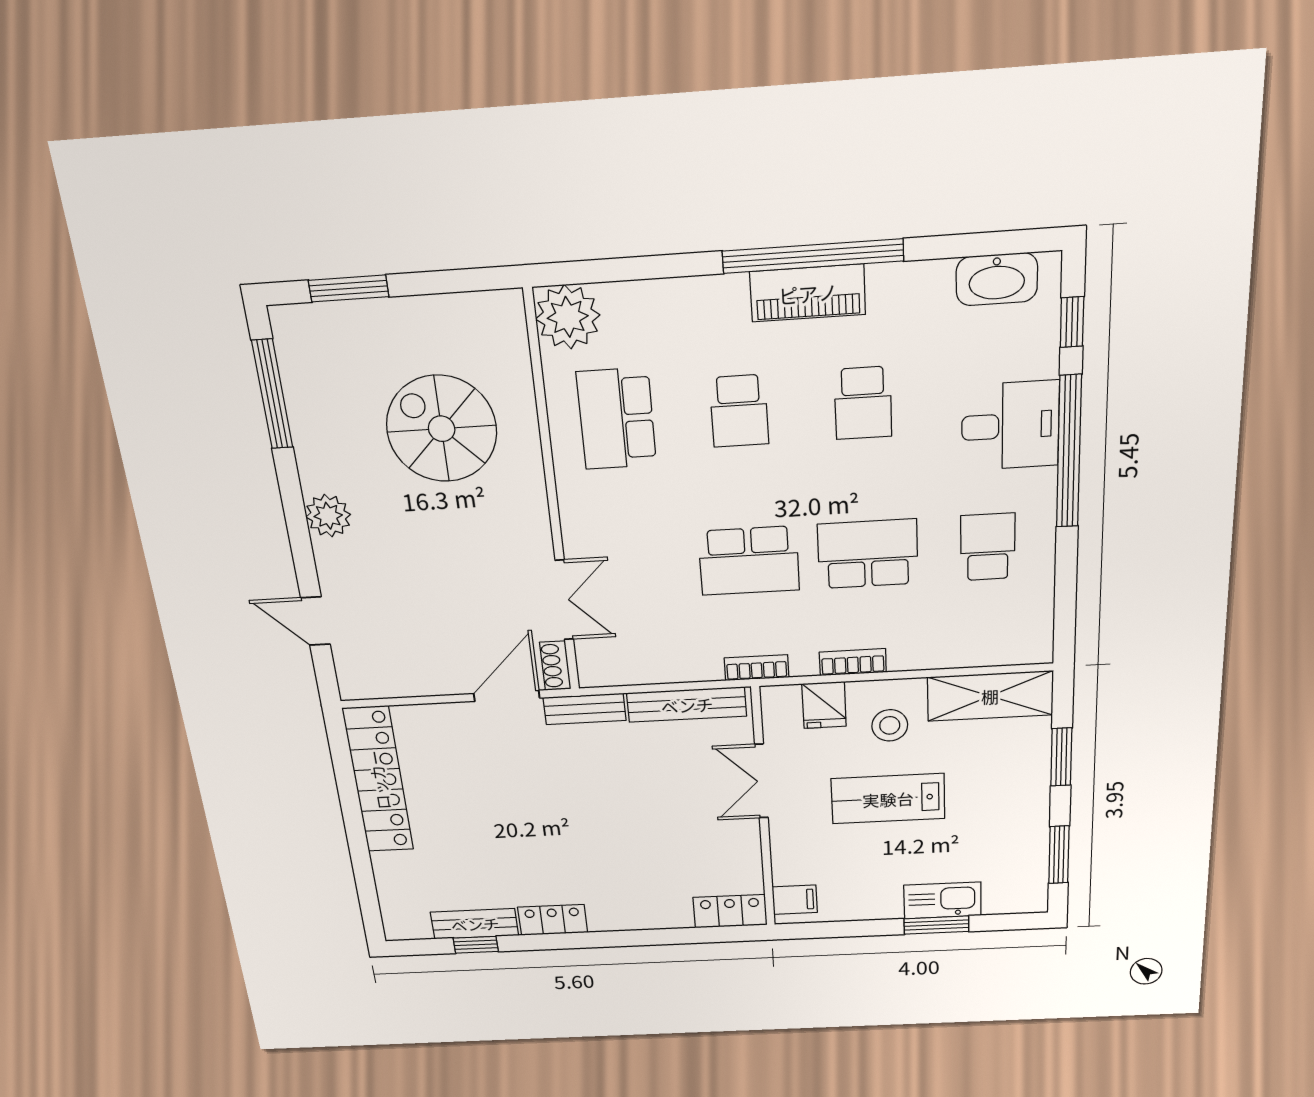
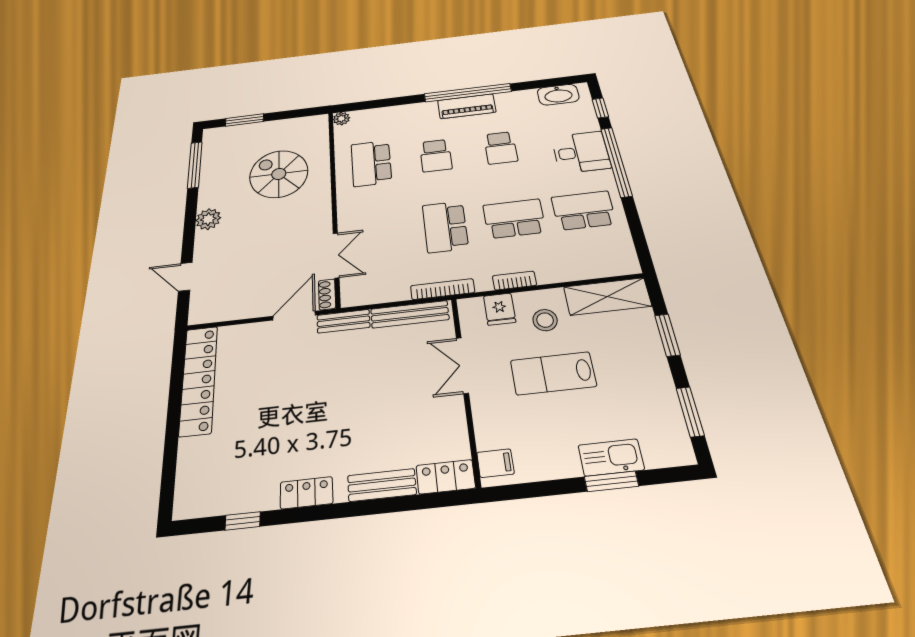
plant: (568, 317) -> (341, 119), width x0.53, depth x0.53
school desk: (988, 547) -> (584, 210), width x1.85
school desk: (749, 561) -> (445, 227), turned 90
bookcase: (757, 668) -> (443, 289), width x1.56
bench: (475, 924) -> (382, 485), moved

